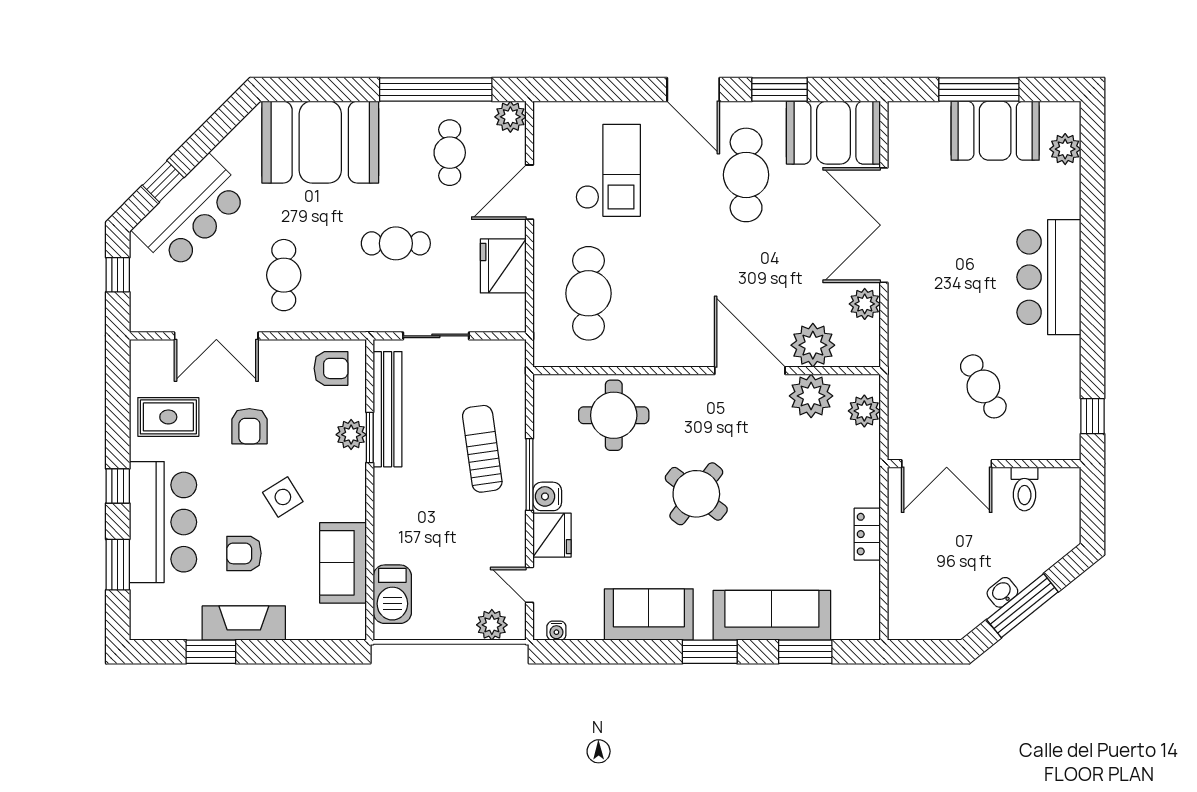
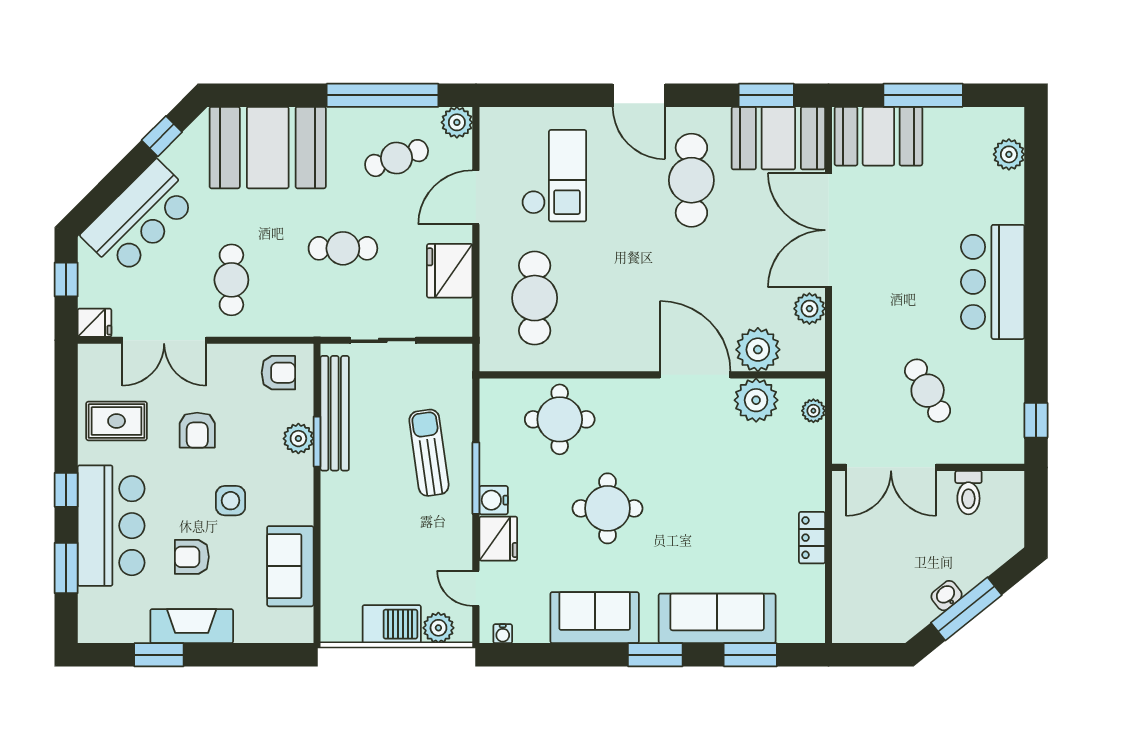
window: (779, 89) -> (766, 95), moved
booth: (995, 131) -> (878, 136), moved
cafe table: (450, 153) -> (397, 158), turned 71
window: (163, 181) -> (162, 136), moved
fridge: (146, 318) -> (95, 323), added
plant: (864, 411) -> (813, 411), width x0.73, depth x0.73
round table: (696, 494) -> (608, 508), moved, turned -38
side table: (283, 497) -> (231, 501), turned 32
barbecue: (392, 594) -> (392, 624), moved, turned -90

